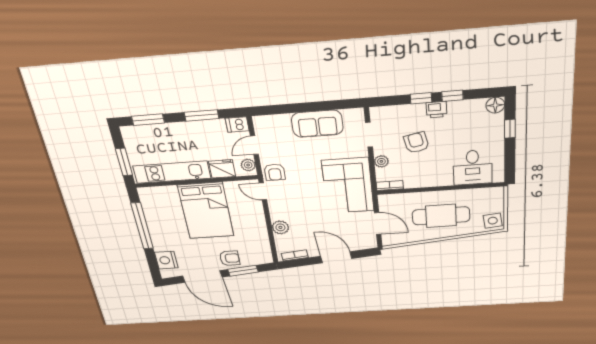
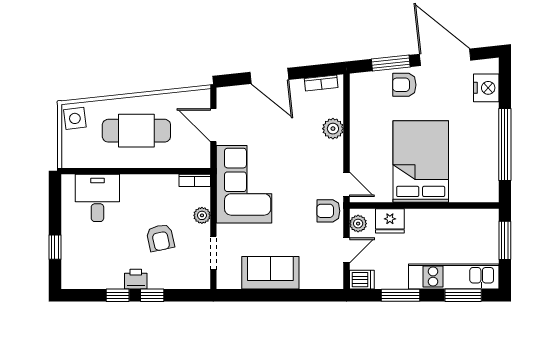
floor lamp: (495, 105) -> (71, 279), removed
kitchen unit: (172, 172) -> (454, 277), moved, turned 180
armchair: (275, 172) -> (328, 211), turned -90

